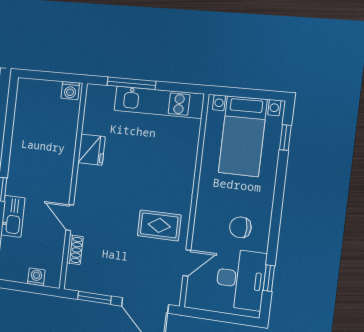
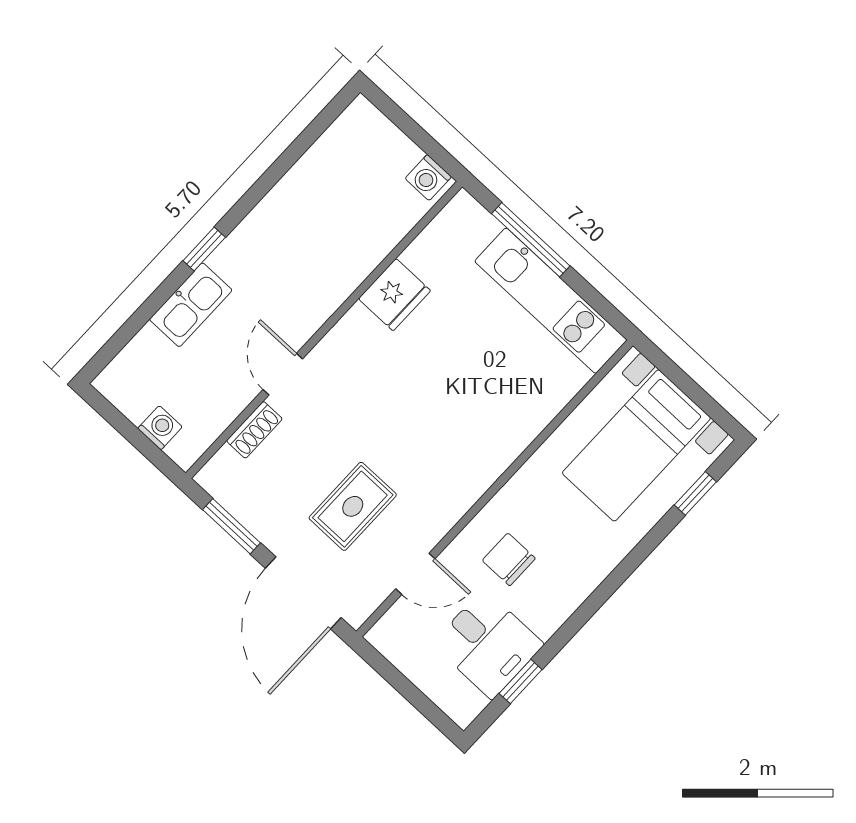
rug: (159, 225) -> (353, 506), moved, turned 90
chair: (240, 227) -> (509, 559), moved
desk: (241, 279) -> (488, 644), width x0.73

